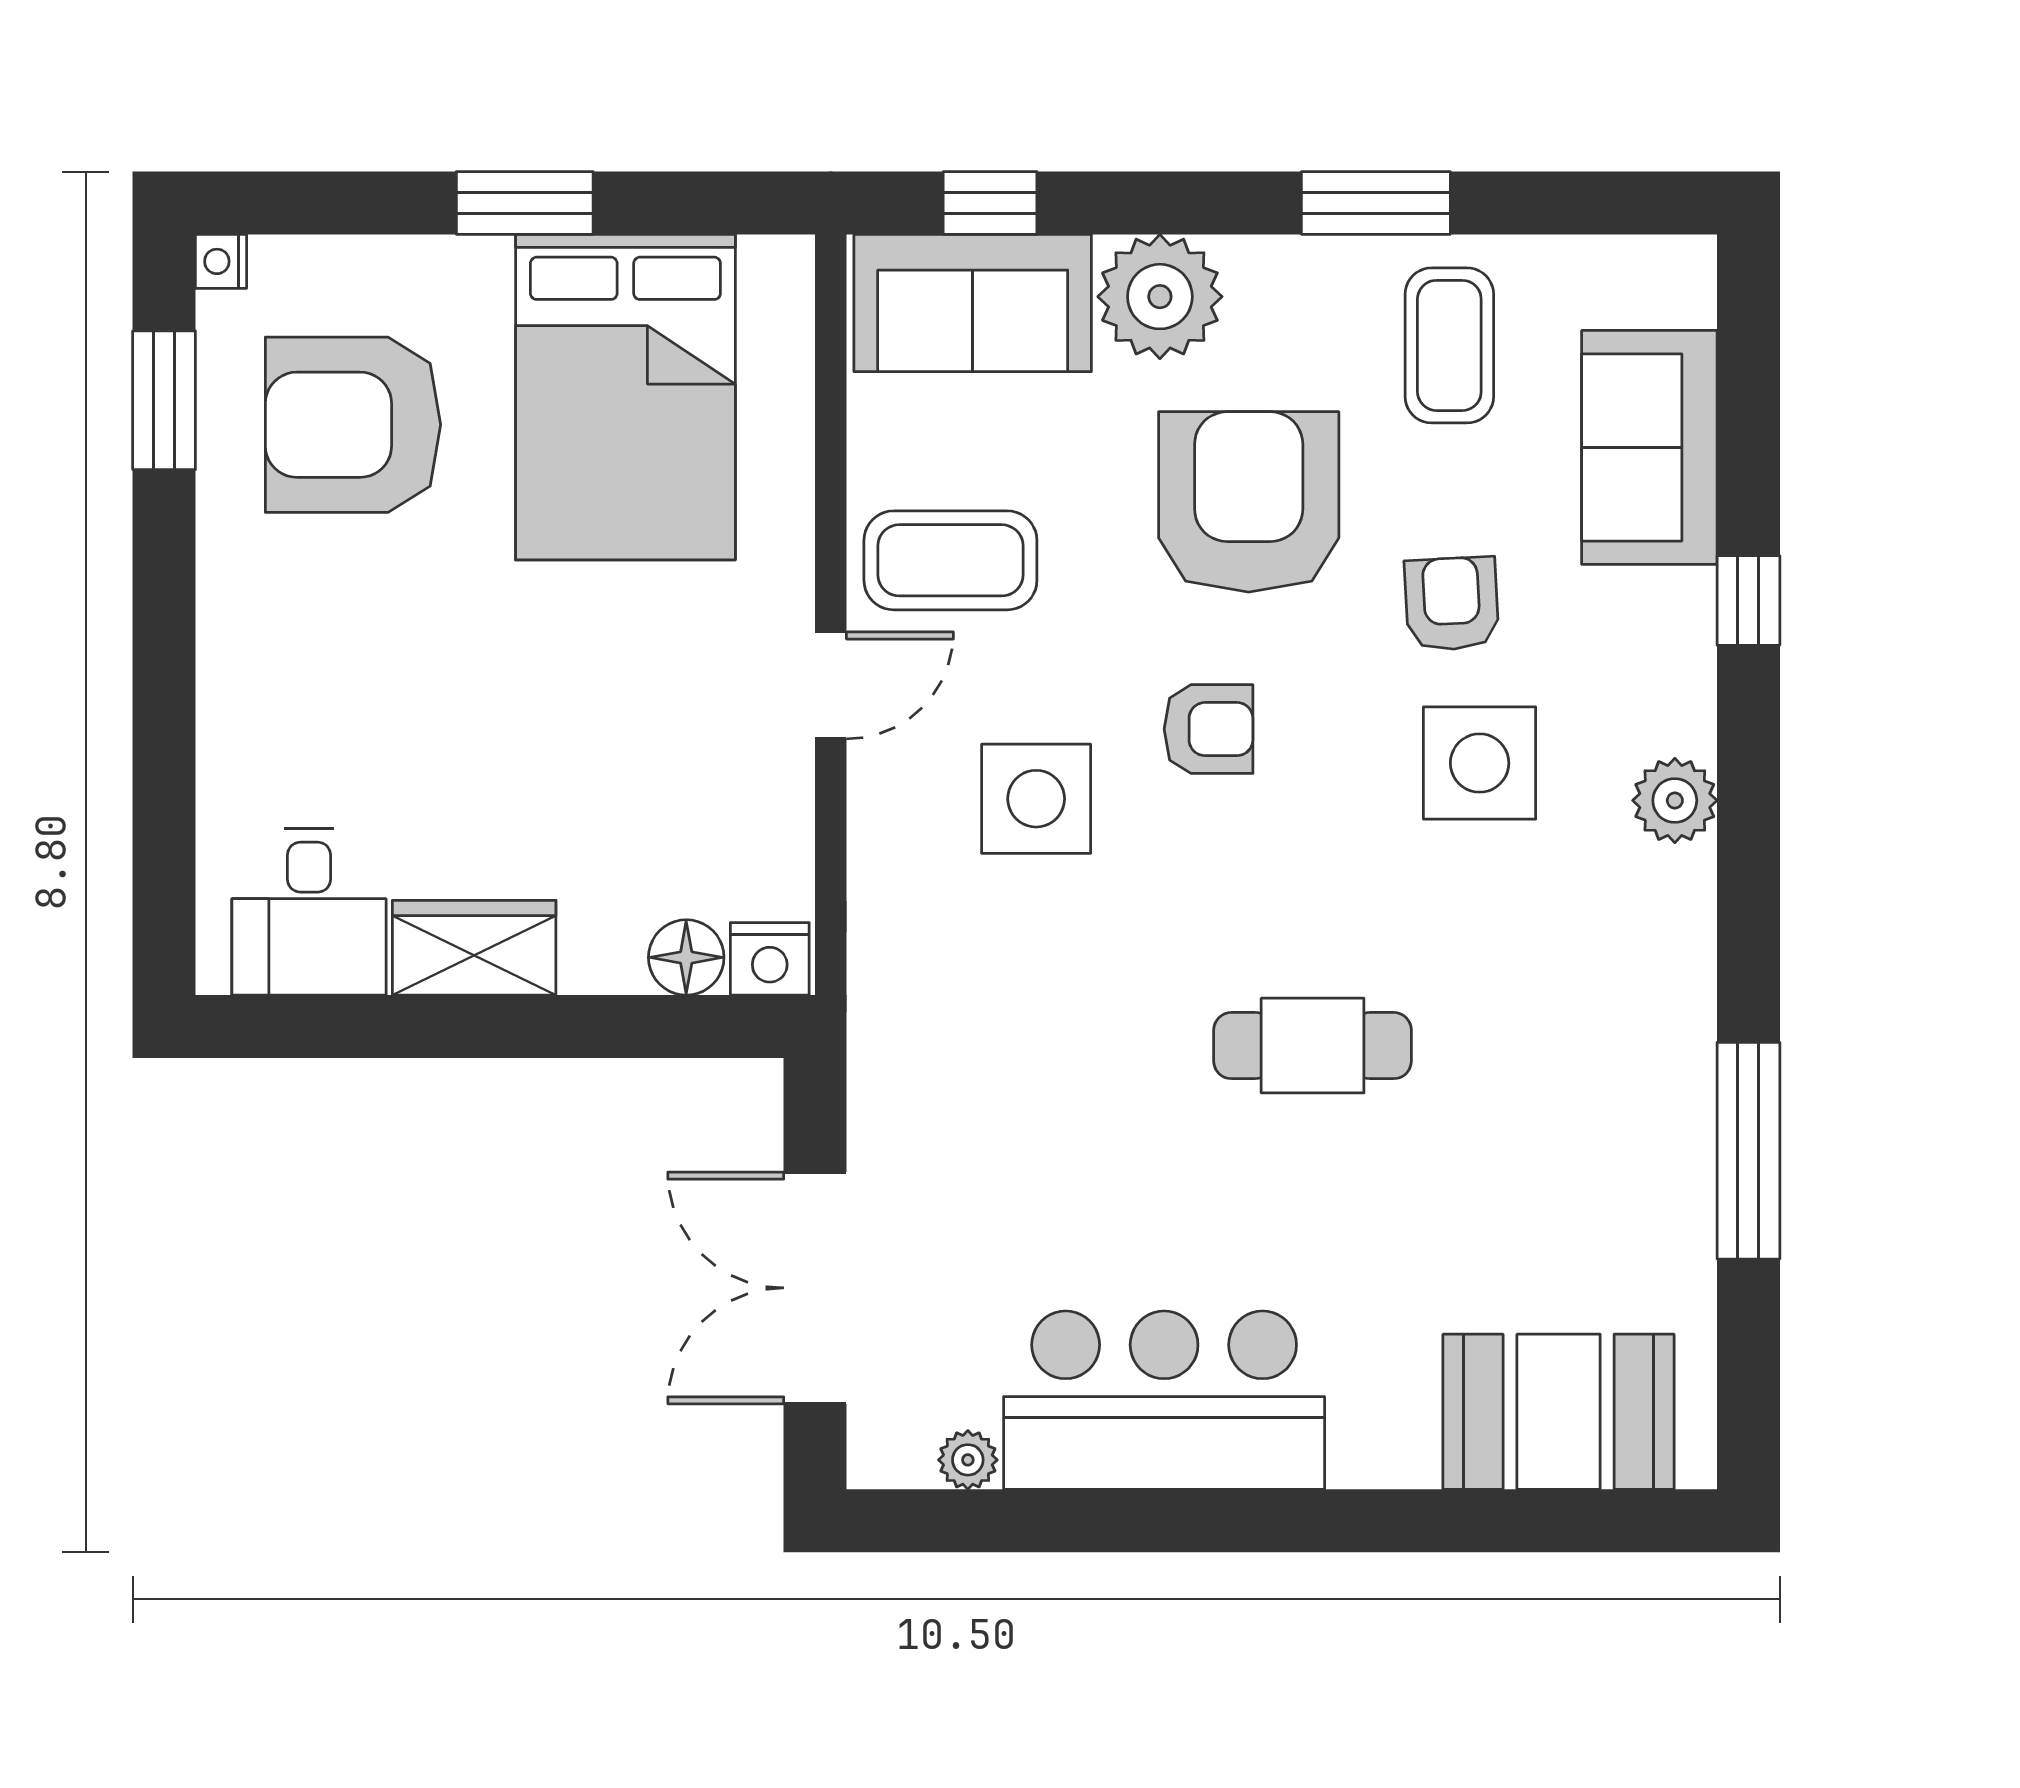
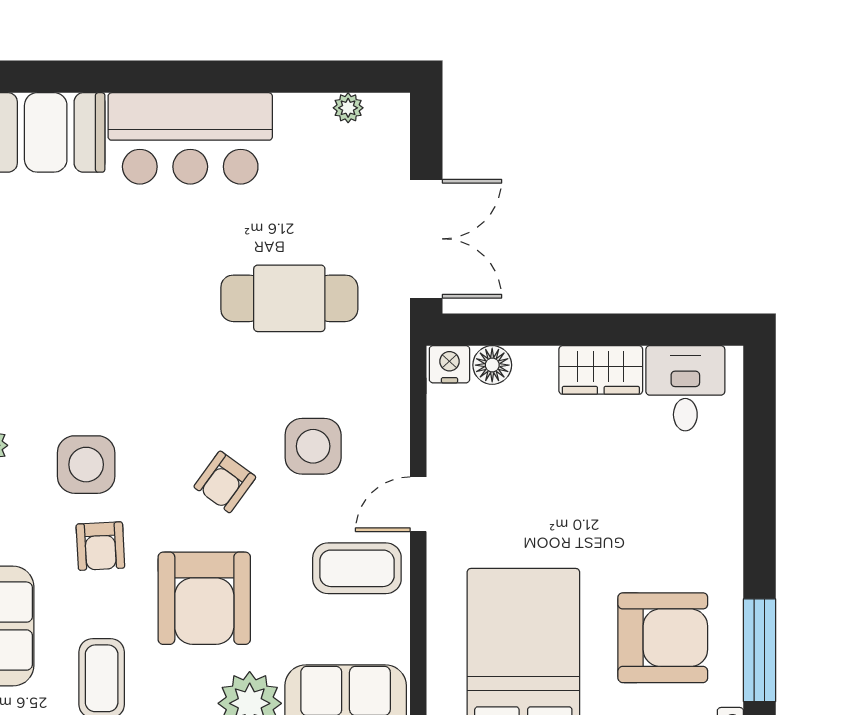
window: (164, 400) -> (760, 650), width x1.44
armchair: (1209, 729) -> (225, 482), turned -54
cafe table: (1313, 1046) -> (289, 298), moved, width x1.37, depth x1.35
double door: (815, 1288) -> (426, 239), moved
bar counter: (1164, 1400) -> (190, 138), moved

